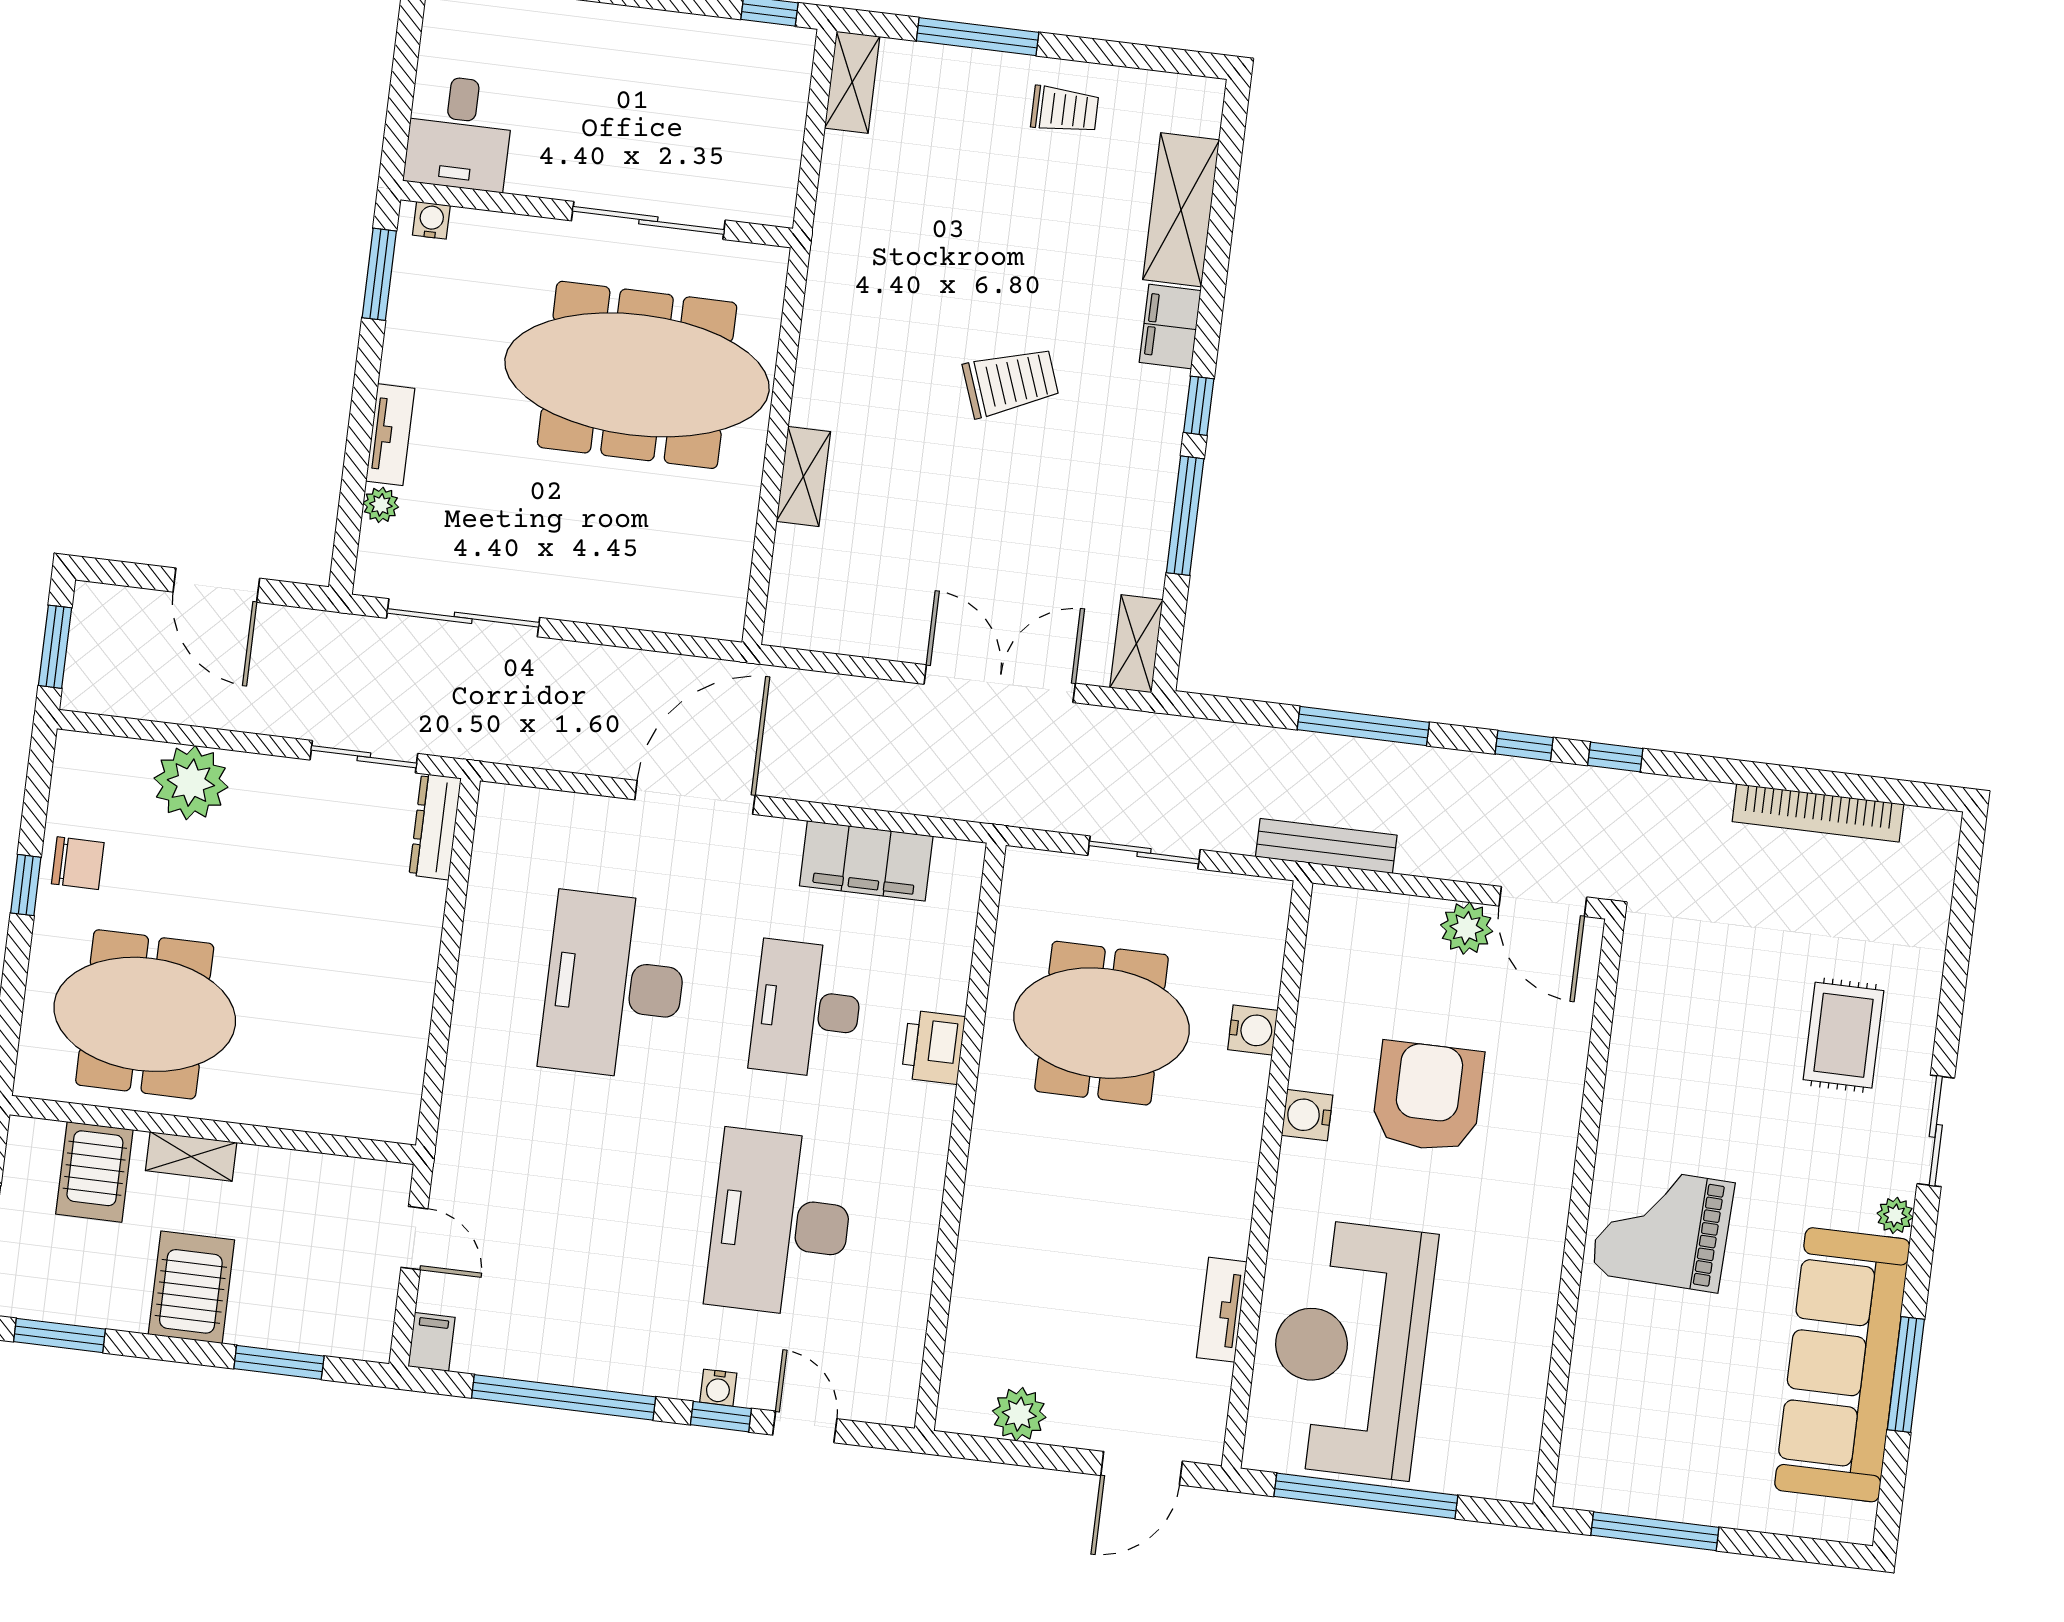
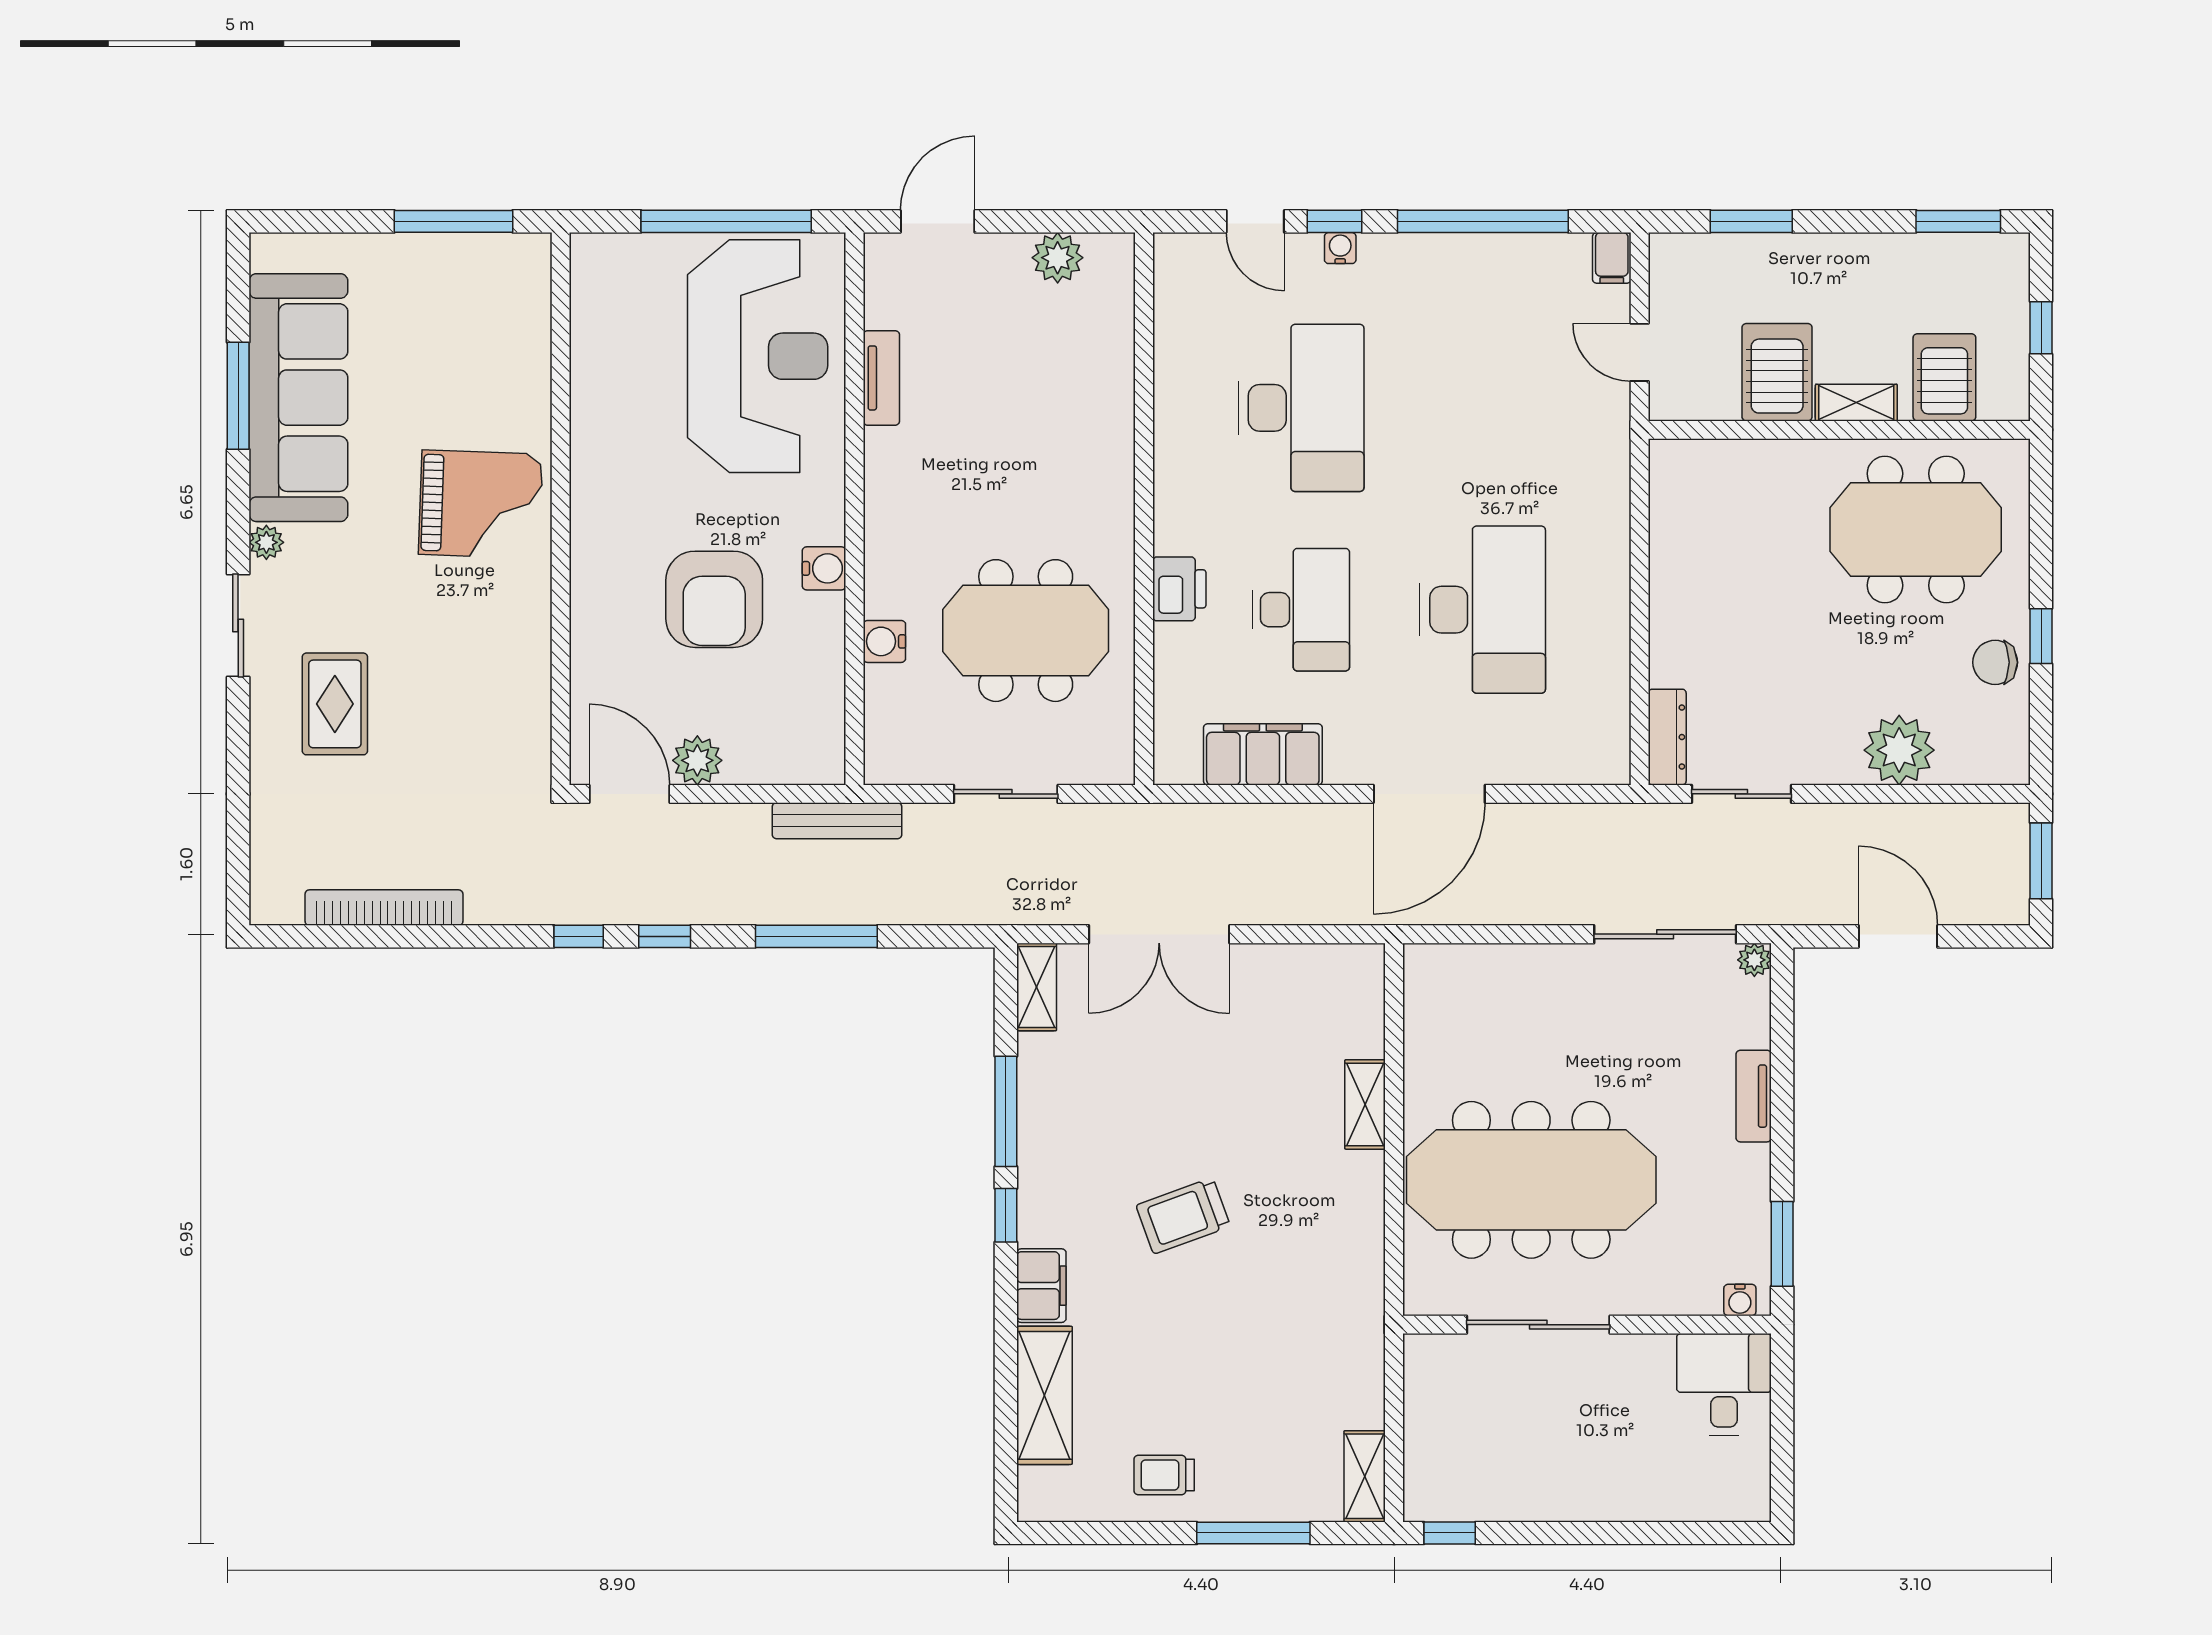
plant: (381, 505) -> (1754, 960), moved
server rack: (191, 1287) -> (1777, 372), moved, turned 180

